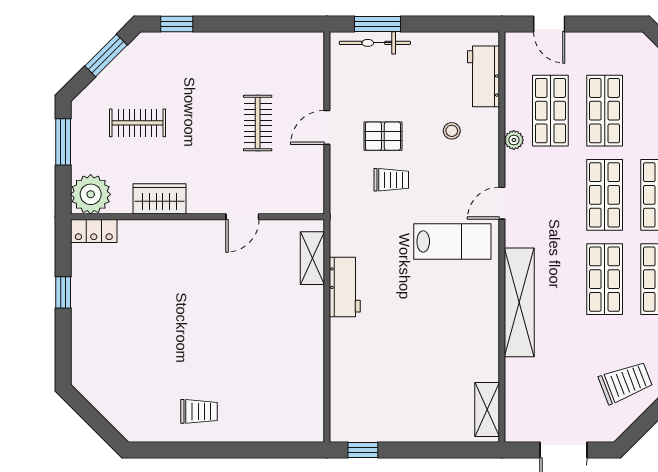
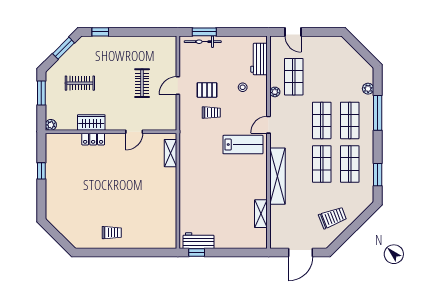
shop shelf: (605, 111) -> (322, 77), removed
plant: (91, 194) -> (51, 125), width x0.53, depth x0.53
locker: (94, 231) -> (93, 139), moved
workbench: (345, 287) -> (199, 241), moved, turned -90
shelving: (487, 410) -> (261, 214), moved

